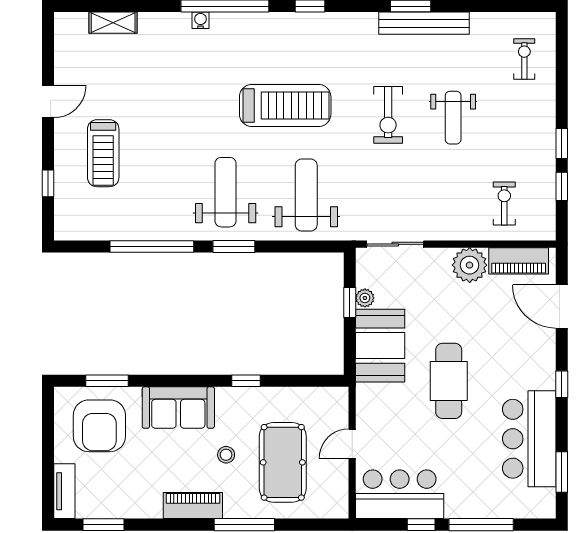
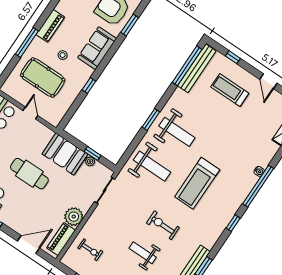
bench: (104, 229) -> (197, 68), added
window: (152, 246) -> (187, 66), moved

